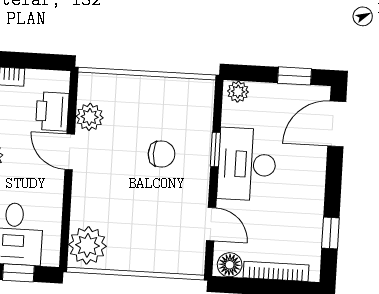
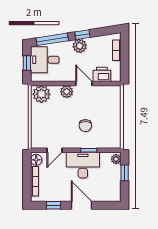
window: (295, 76) -> (125, 173), moved
plant: (90, 117) -> (67, 92), moved
door: (337, 124) -> (82, 205), moved
door: (70, 152) -> (84, 83), hinge flipped

